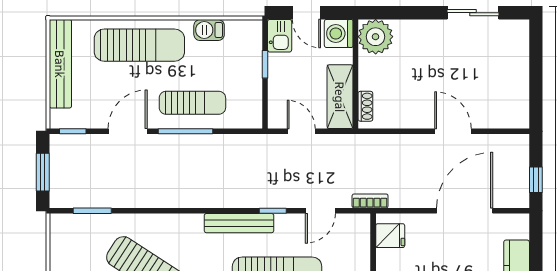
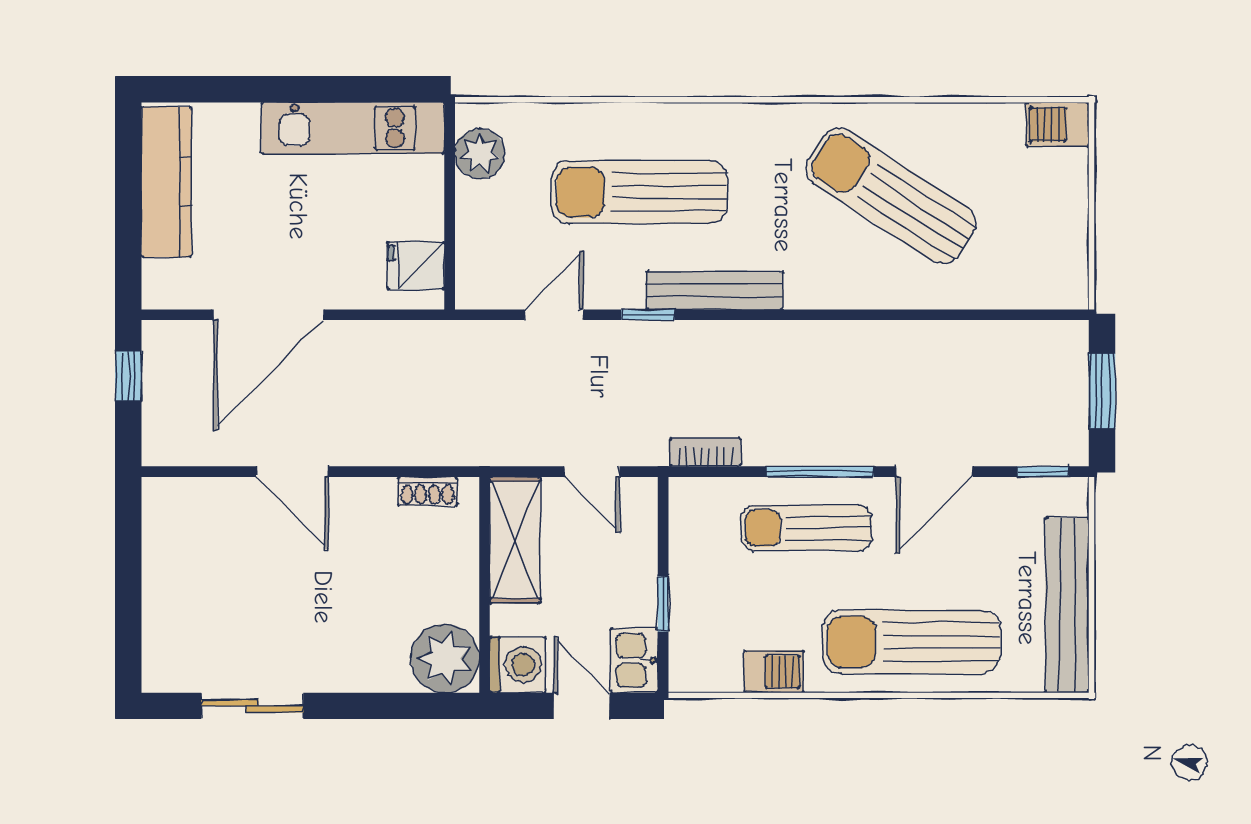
shoe rack: (365, 106) -> (427, 491), moved, turned -90
bookcase: (370, 201) -> (705, 452), moved, turned 180
window: (92, 211) -> (1004, 315), removed

